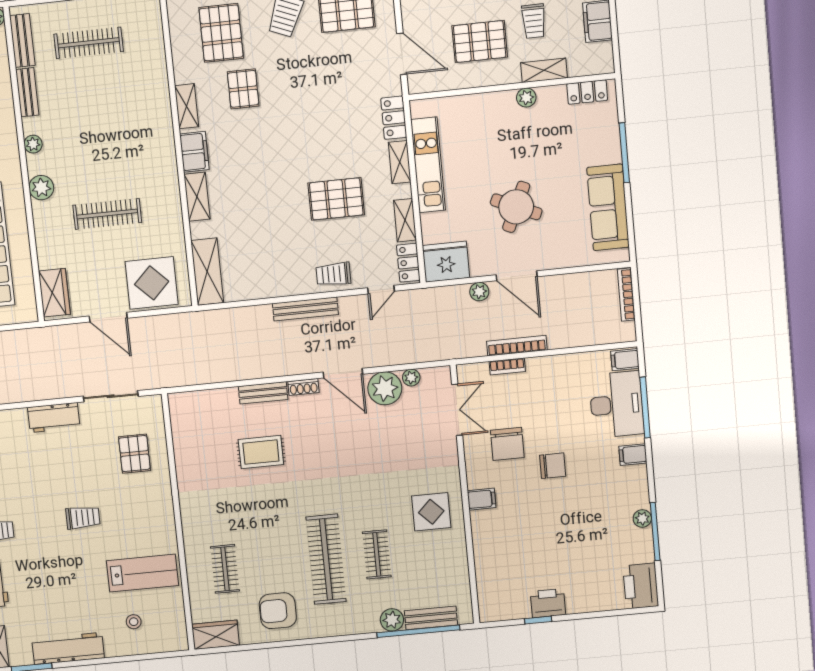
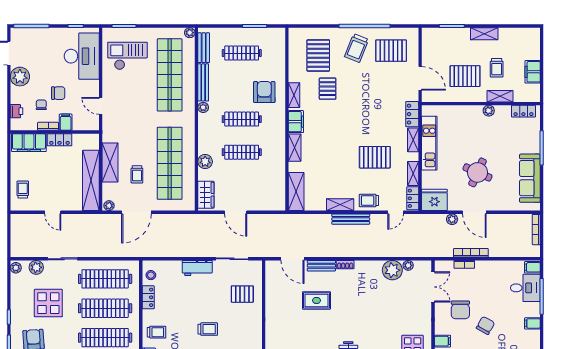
bench: (27, 92) -> (203, 82), width x1.36
armchair: (135, 106) -> (264, 92), added
clothes rail: (101, 157) -> (242, 119), added
plant: (41, 188) -> (205, 162), moved
display table: (152, 283) -> (263, 195), removed
shelving: (285, 286) -> (340, 205), added
door: (343, 373) -> (292, 259), moved
desk: (616, 404) -> (525, 288), width x0.73
pallet: (134, 454) -> (242, 294), turned 90
chair: (553, 466) -> (485, 325), turned -61

